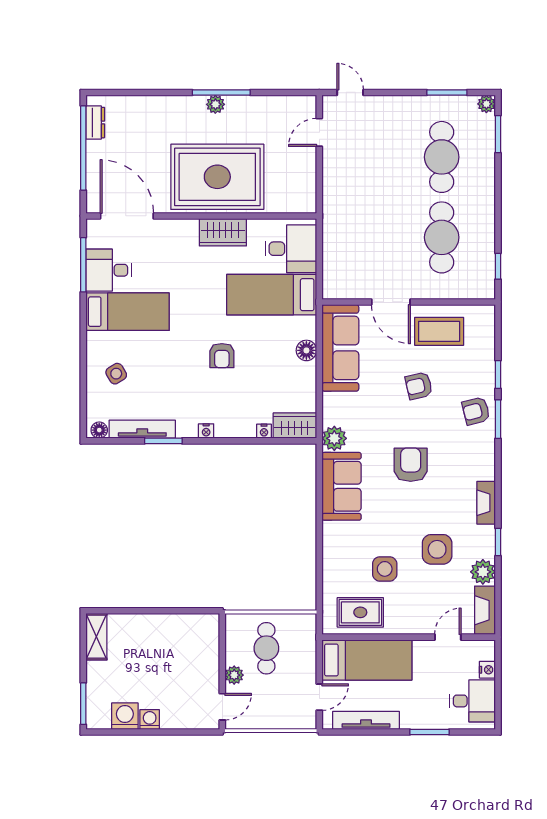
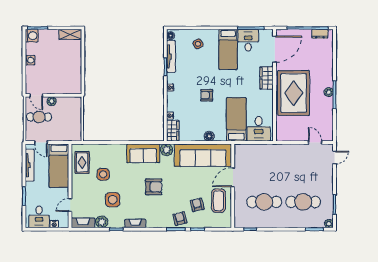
wardrobe: (223, 232) -> (267, 78), moved
sofa: (340, 348) -> (203, 155), width x1.36, depth x1.27
armchair: (419, 386) -> (197, 205), moved
door: (448, 637) -> (70, 205), swing flipped
cafe table: (266, 648) -> (39, 117), moved
washing machine: (125, 716) -> (32, 36), moved

